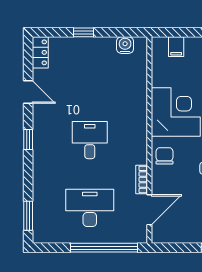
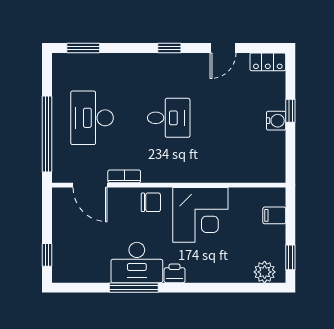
water cooler: (125, 45) -> (276, 121), moved
desk: (90, 208) -> (92, 118), turned 180

